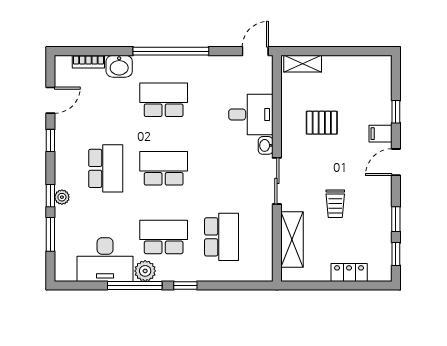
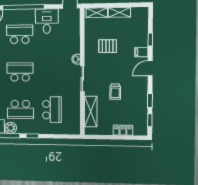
shelving: (342, 64) -> (119, 12), added
desk: (251, 115) -> (47, 21), moved, turned -90
school desk: (164, 237) -> (20, 109), turned 180

